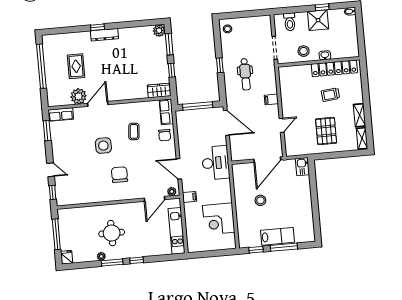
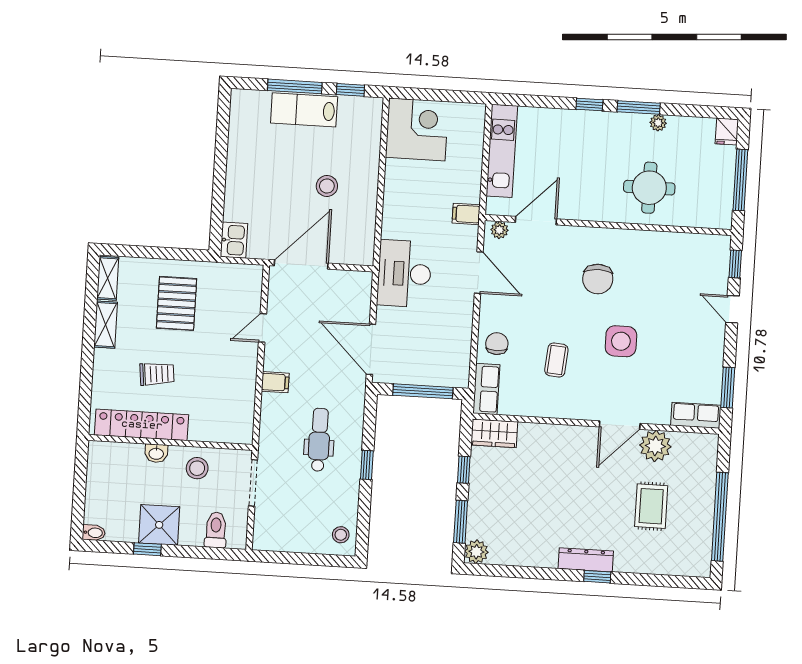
corner desk: (219, 219) -> (417, 129), moved
round table: (112, 233) -> (649, 188), moved

